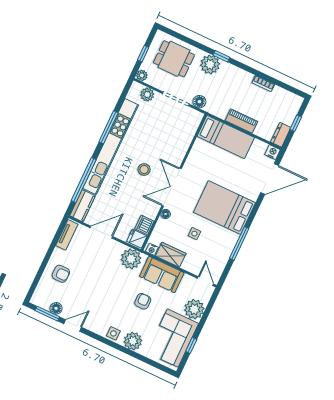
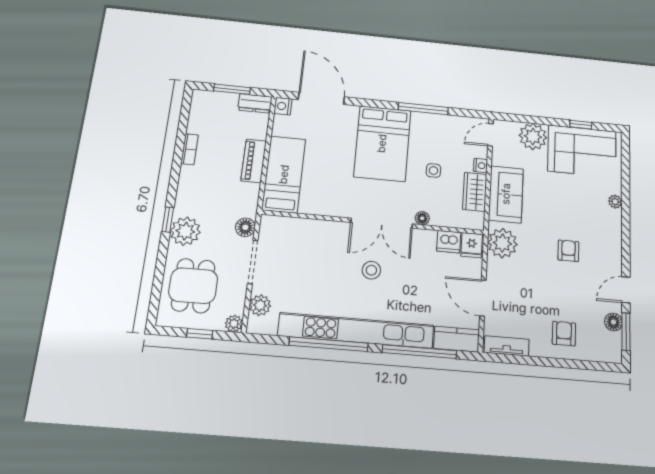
window: (296, 123) -> (232, 89), width x1.50
window: (109, 127) -> (329, 344), width x1.46
nightstand: (152, 249) -> (481, 166), moved
armchair: (143, 301) -> (568, 251), moved, turned 90
door: (73, 326) -> (626, 290), hinge flipped
side table: (113, 333) -> (611, 230), removed
plant: (133, 341) -> (615, 202), width x0.53, depth x0.53

